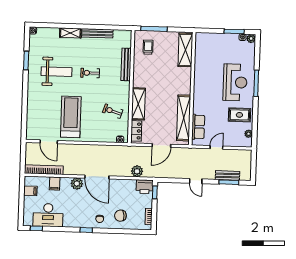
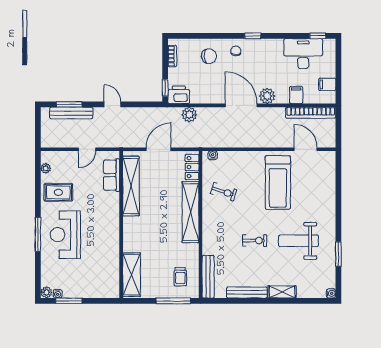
bench: (126, 64) -> (208, 277), moved
shelving: (138, 104) -> (191, 212), width x1.47
bench: (228, 175) -> (71, 113), width x1.36

